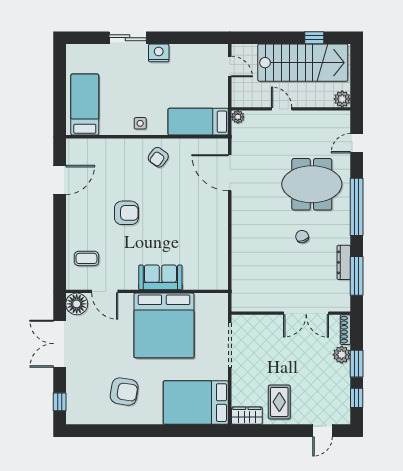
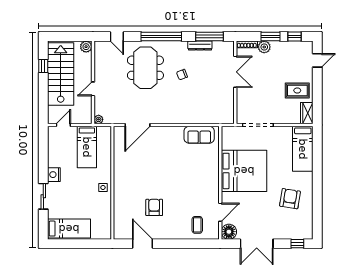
bed: (85, 105) -> (69, 229), moved, turned 180
bed: (198, 122) -> (87, 147), moved
armchair: (158, 157) -> (127, 175), removed
armchair: (126, 213) -> (154, 207), moved
sofa: (160, 277) -> (199, 135), moved, turned -90
bed: (196, 403) -> (303, 149), width x0.67
door: (323, 431) -> (317, 60), hinge flipped

